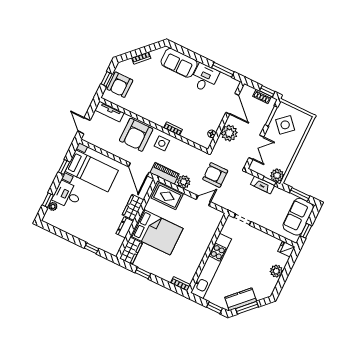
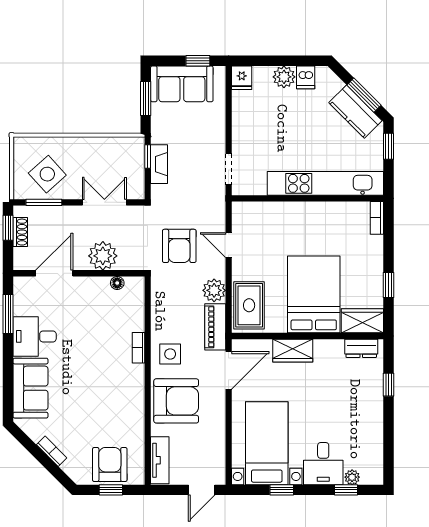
armchair: (120, 85) -> (110, 464), turned -90
plant: (277, 175) -> (133, 148), removed
dresser: (125, 227) -> (361, 348), moved
dishwasher: (271, 282) -> (306, 77), added

